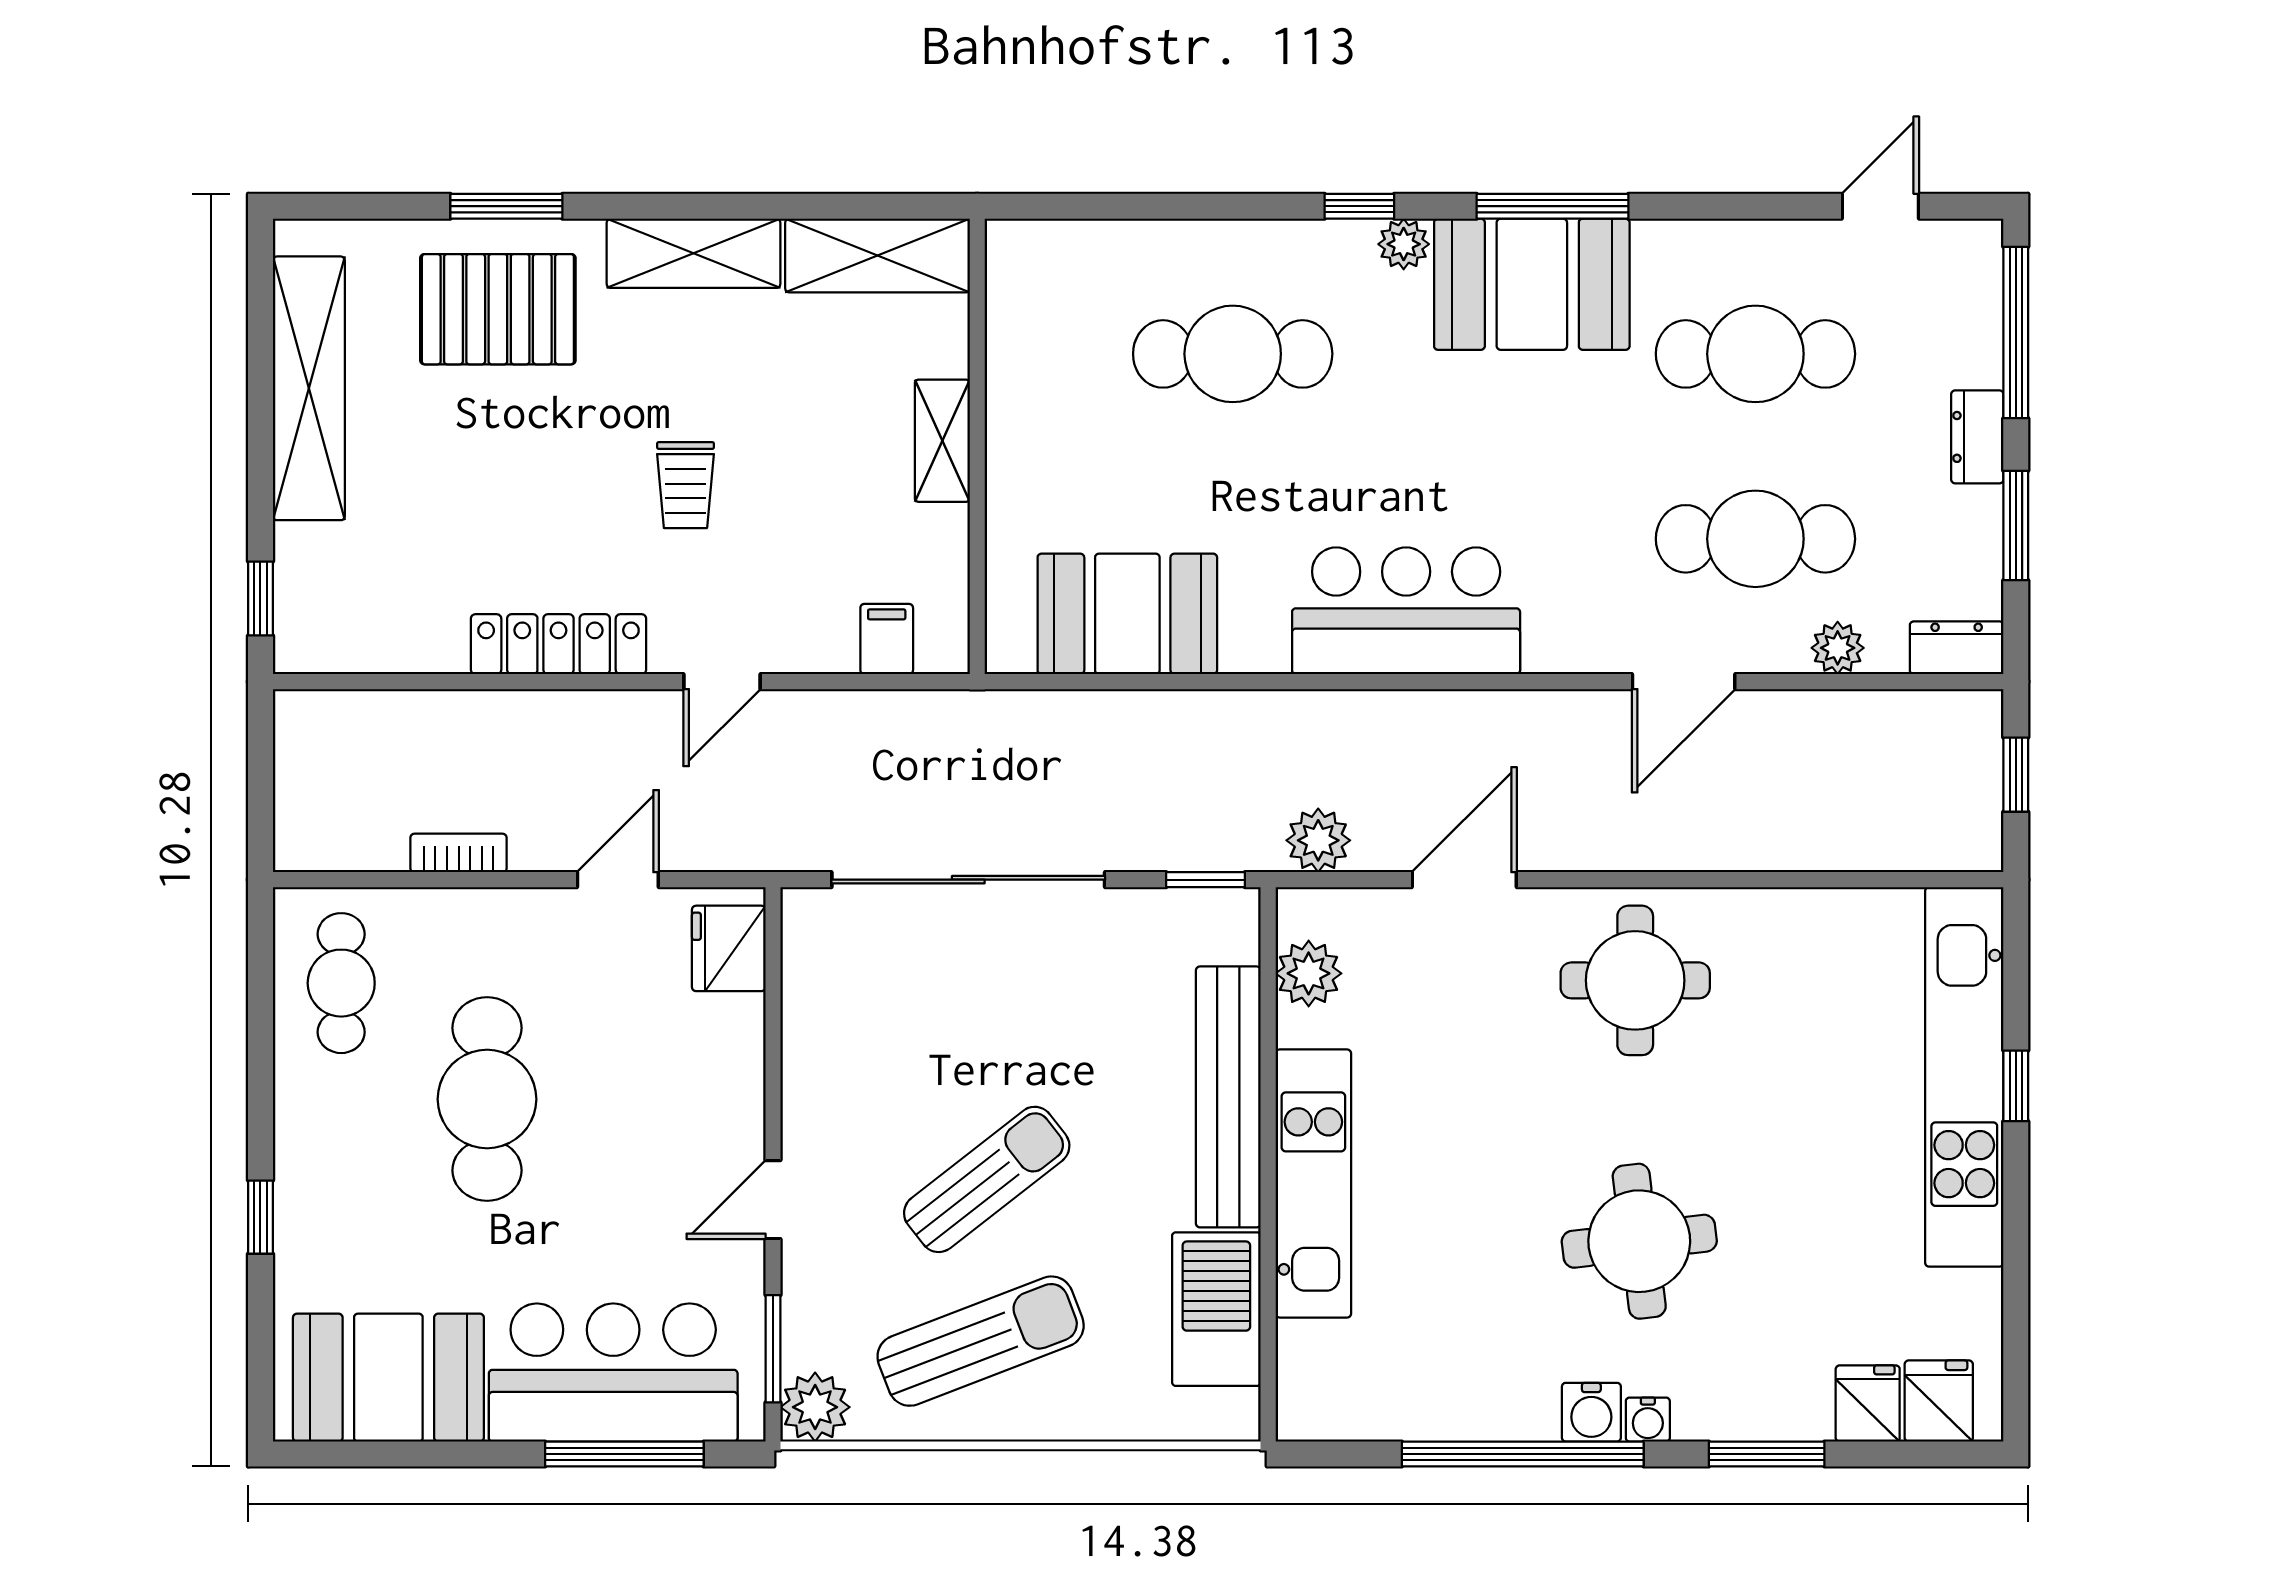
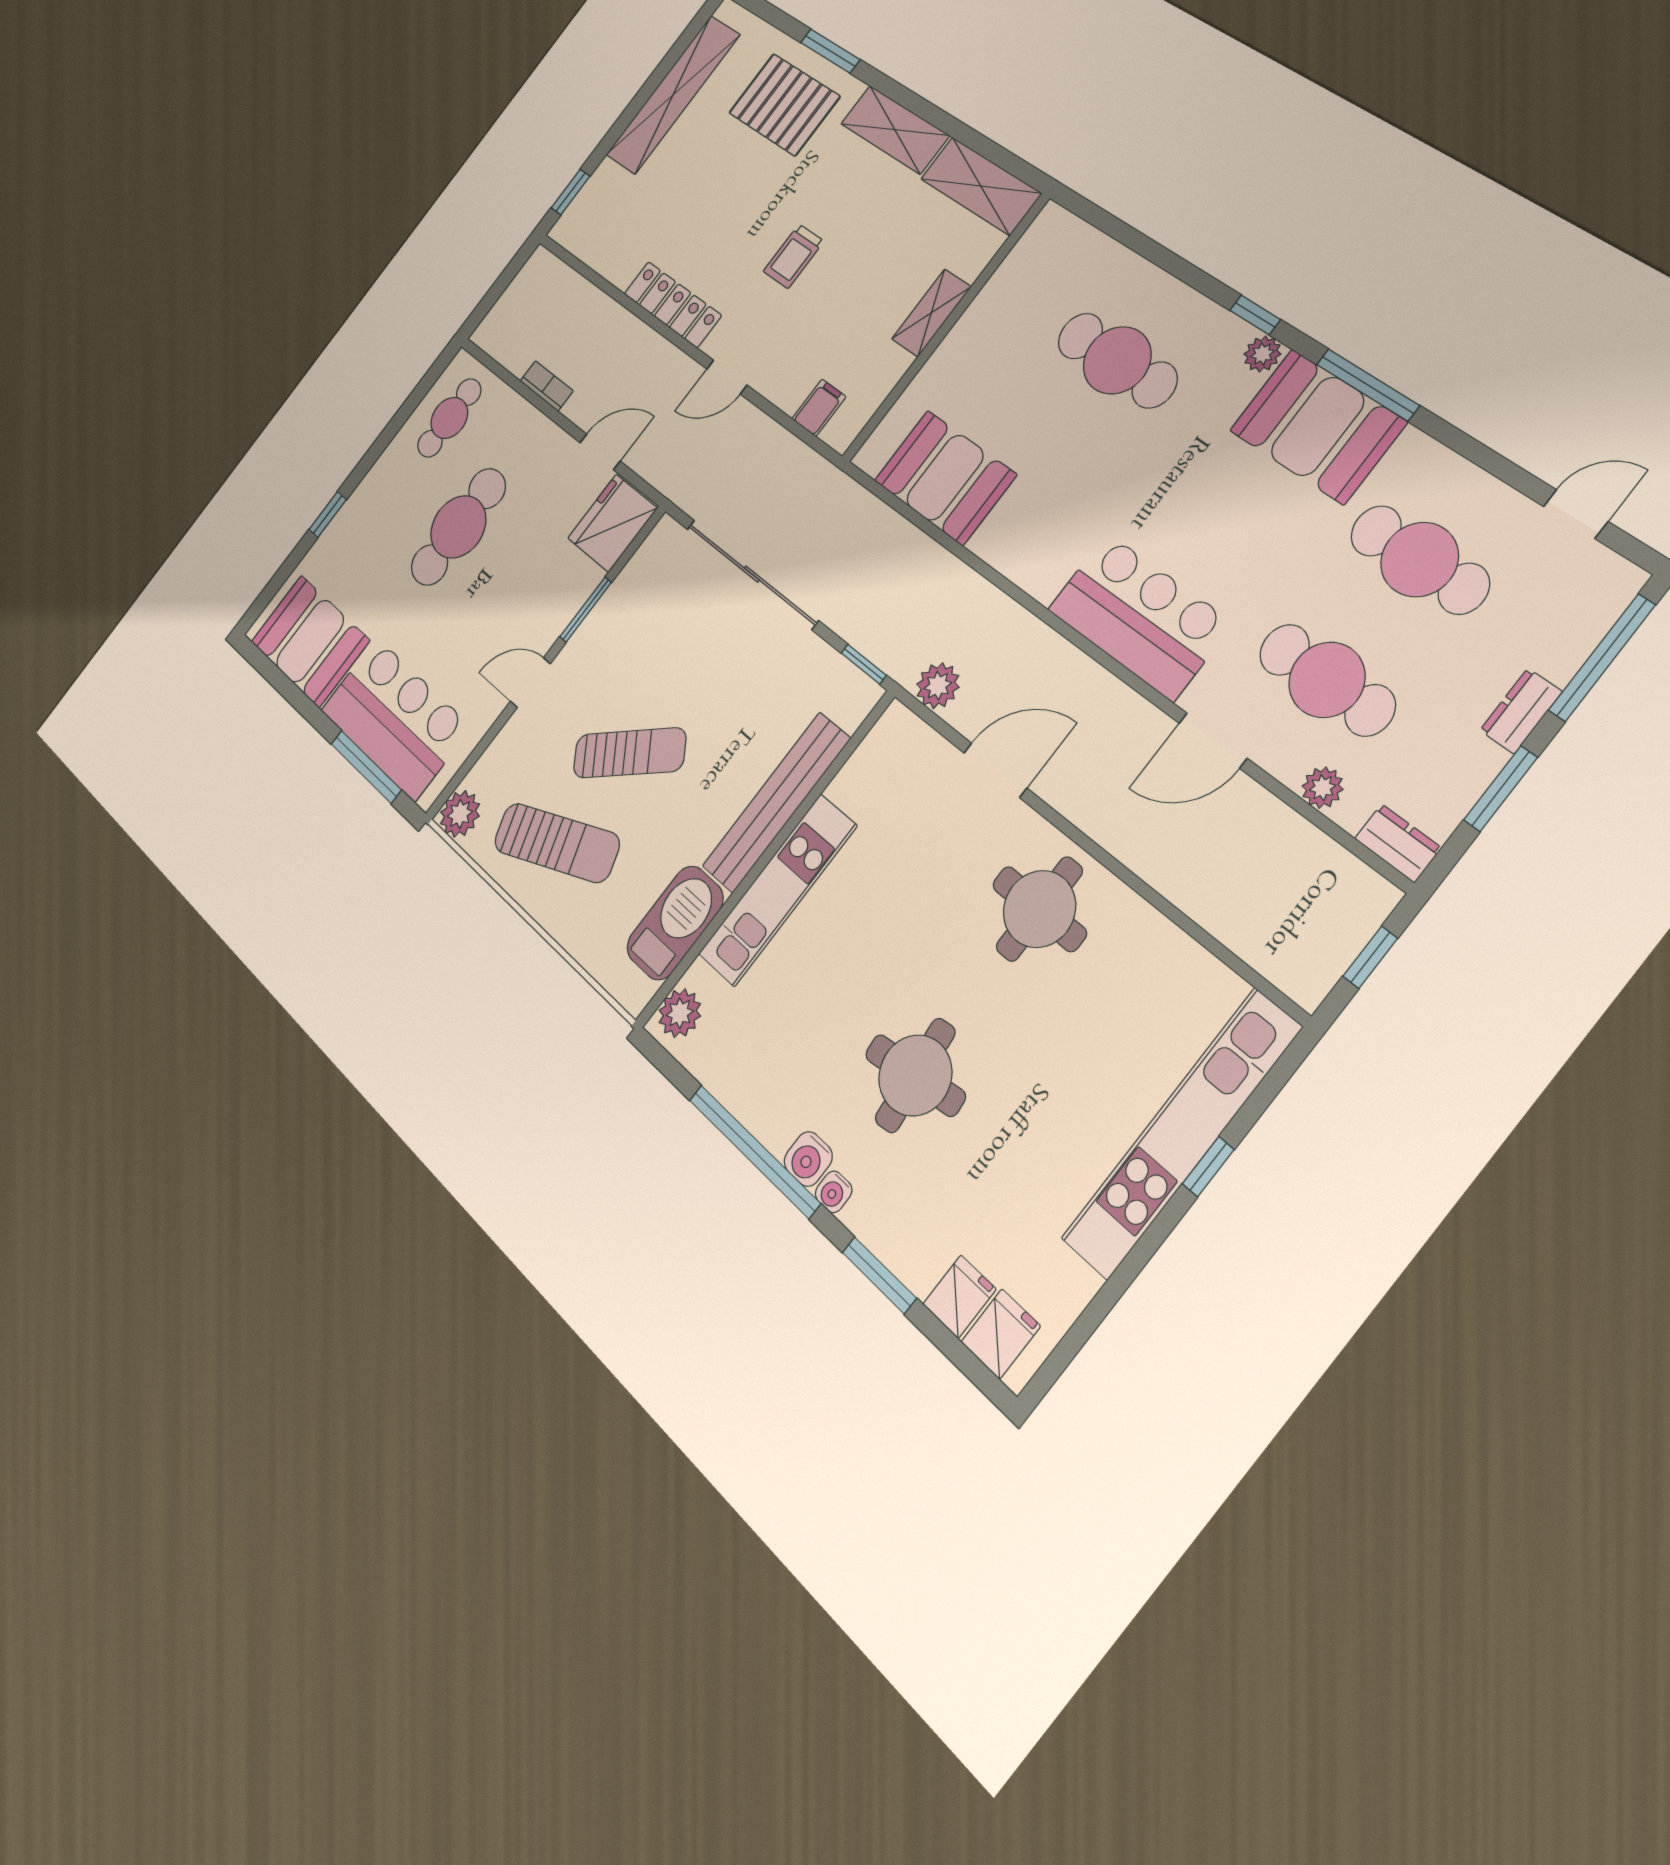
bar counter: (1406, 611) -> (1139, 616), moved
fridge: (729, 948) -> (612, 523), width x1.36, depth x1.34
plant: (1309, 973) -> (680, 1013), moved
window: (773, 1349) -> (586, 610), moved

